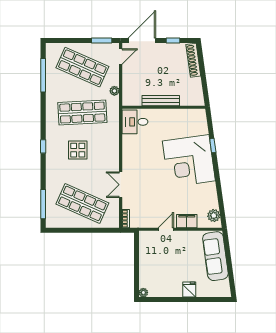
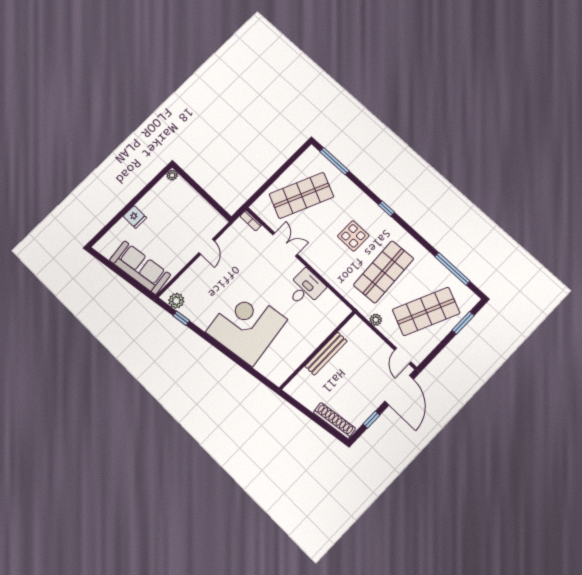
window: (102, 40) -> (463, 323), moved
desk: (135, 122) -> (305, 288), moved
window: (213, 146) -> (181, 318), moved
filing cabinet: (187, 221) -> (195, 272), removed

